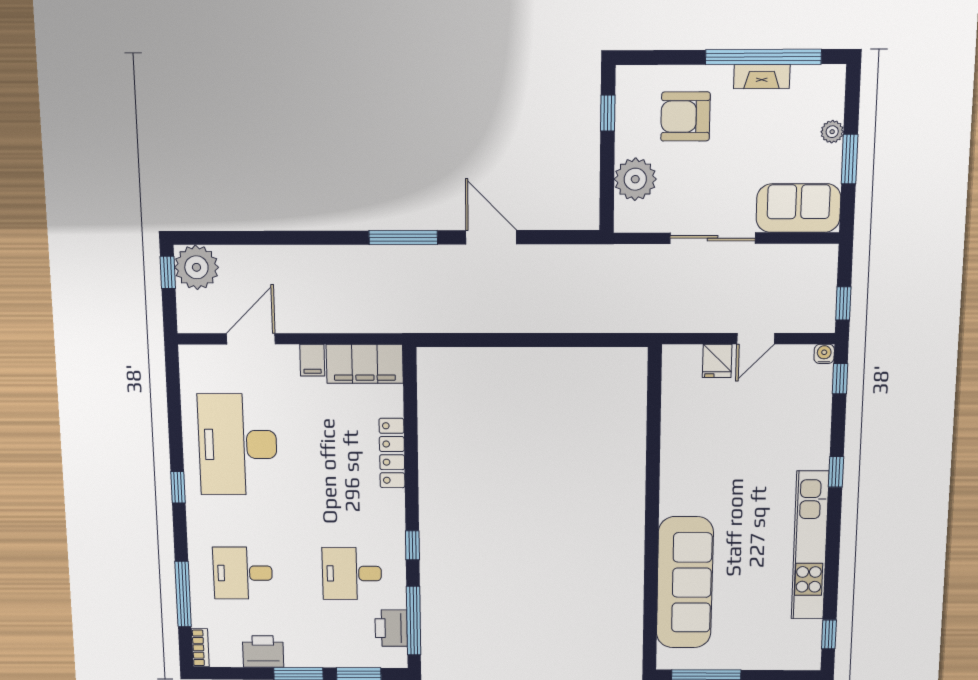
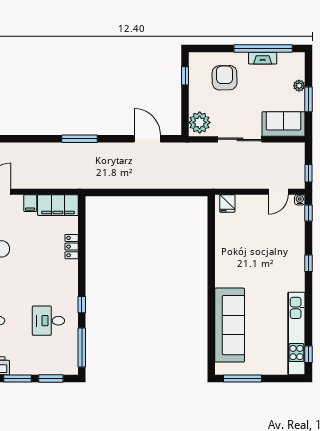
armchair: (685, 117) -> (225, 78), turned 89
plant: (635, 179) -> (200, 122), moved
door: (491, 237) -> (147, 139), moved
door: (756, 339) -> (278, 192), moved
fridge: (717, 361) -> (227, 204), moved
locker: (392, 453) -> (72, 247), width x0.66
kitchen unit: (810, 545) -> (296, 334), moved
printer: (391, 628) -> (69, 352), removed

